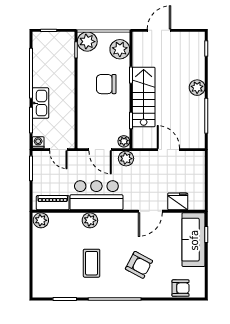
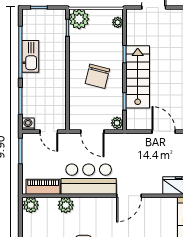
plant: (120, 49) -> (118, 22), width x0.53, depth x0.53
chair: (106, 84) -> (97, 76), moved, turned -76
kitchen sink: (40, 103) -> (30, 56), moved
plant: (126, 159) -> (119, 141), removed
door: (150, 211) -> (129, 196), moved
plant: (90, 220) -> (66, 205), moved

